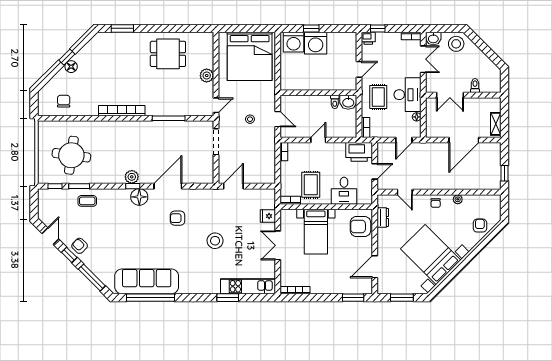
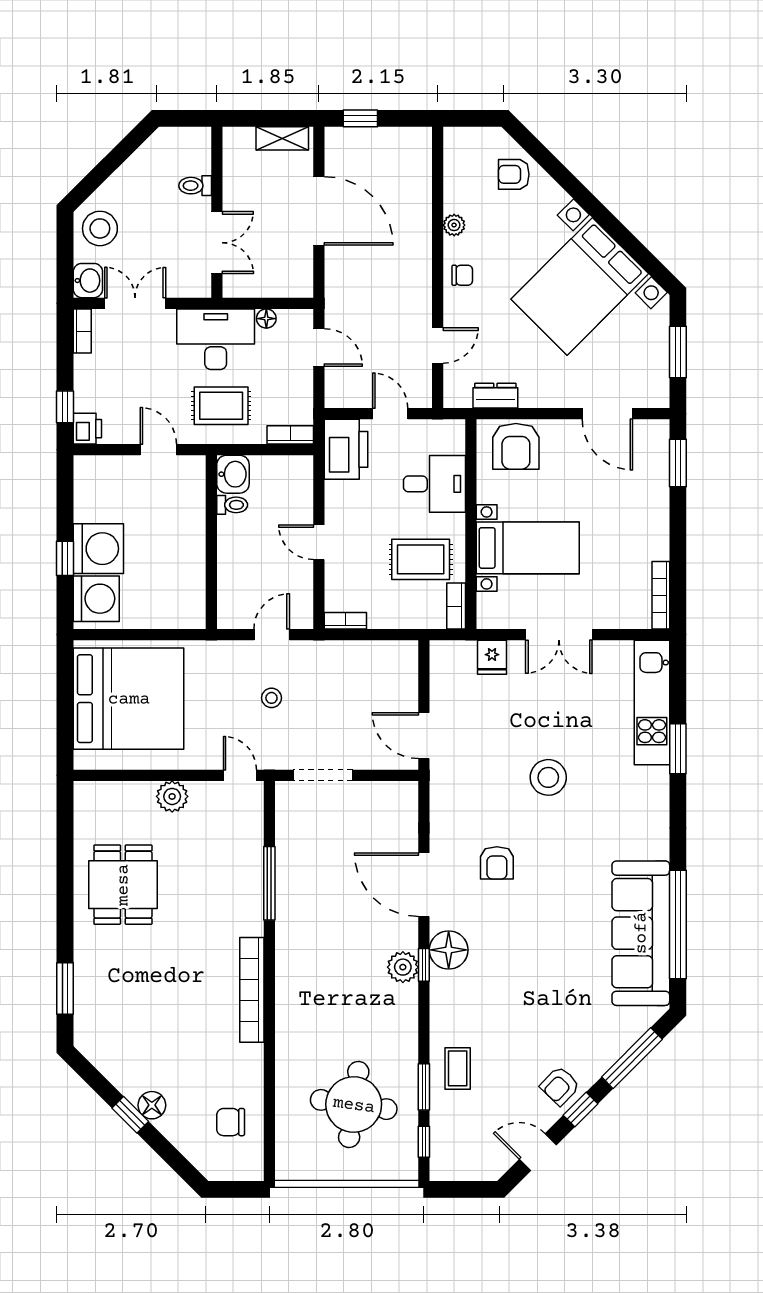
window: (505, 173) -> (360, 118), moved

